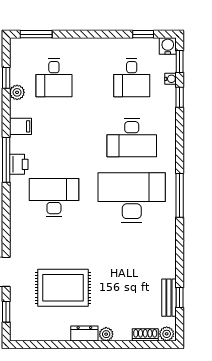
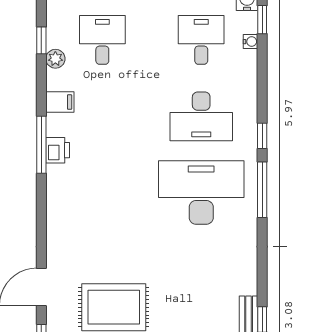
desk: (54, 78) -> (102, 40), turned 180
desk: (132, 78) -> (201, 40), turned 180
window: (180, 97) -> (262, 136), moved
desk: (54, 198) -> (102, 193), removed

